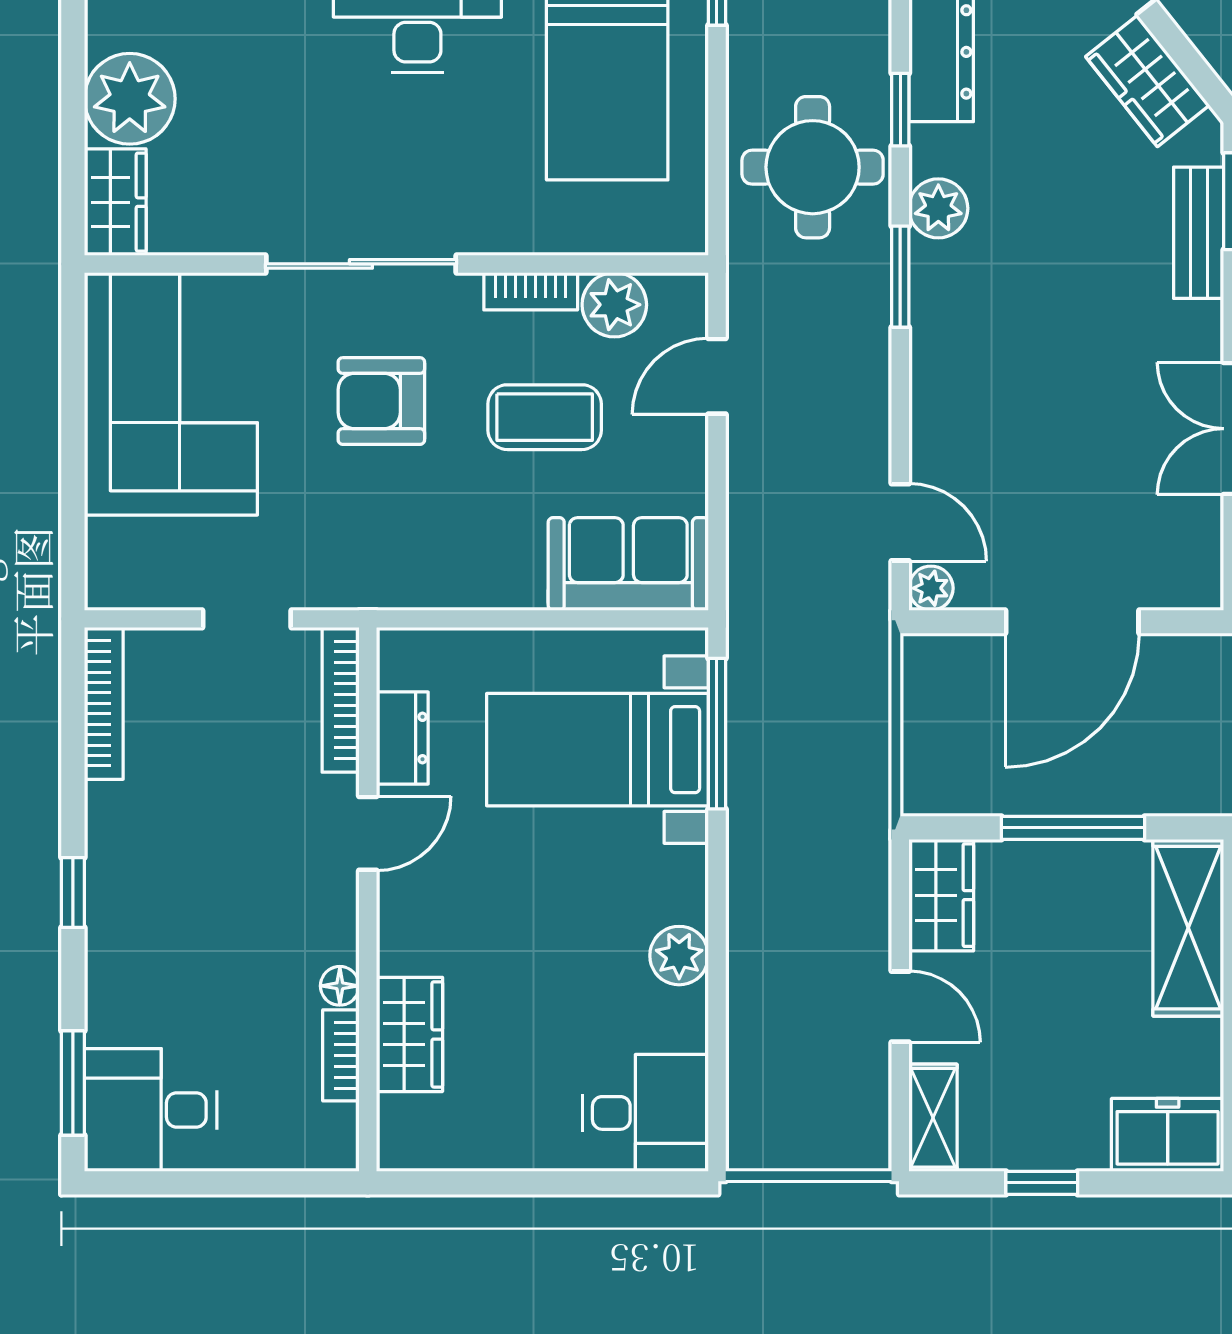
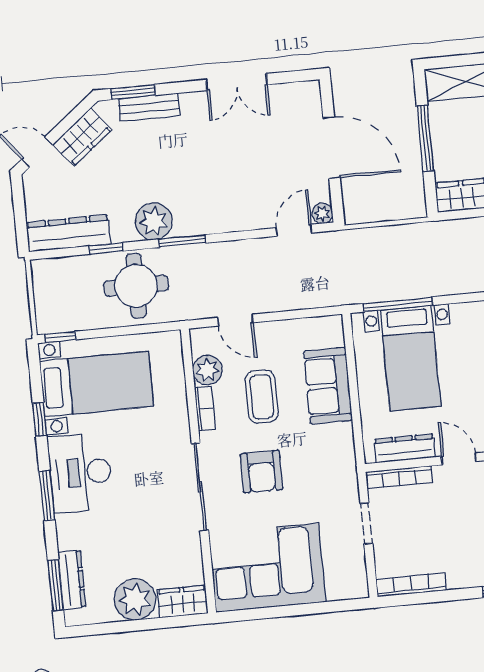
plant: (938, 208) -> (154, 221), width x1.36, depth x1.36
sofa: (628, 564) -> (328, 386), moved
dresser: (402, 738) -> (405, 448), width x1.44

